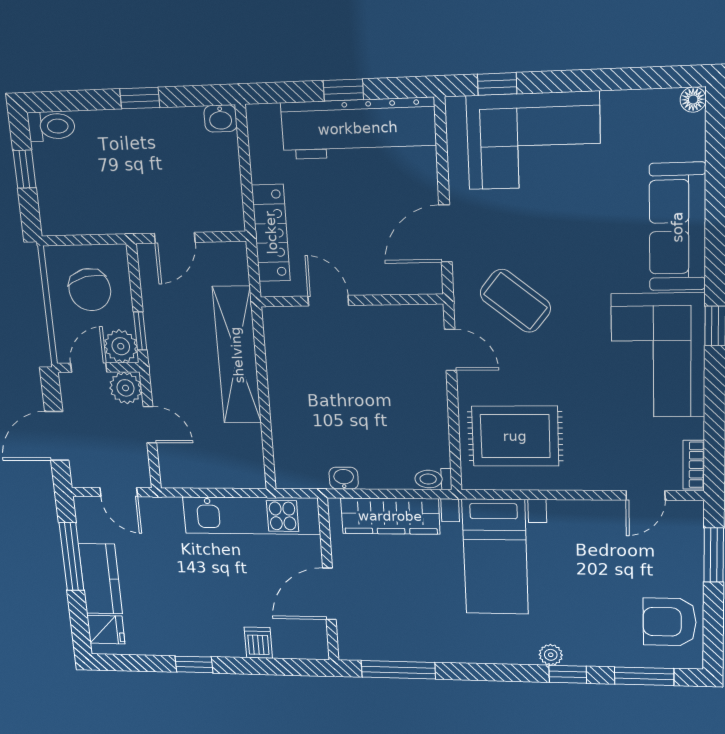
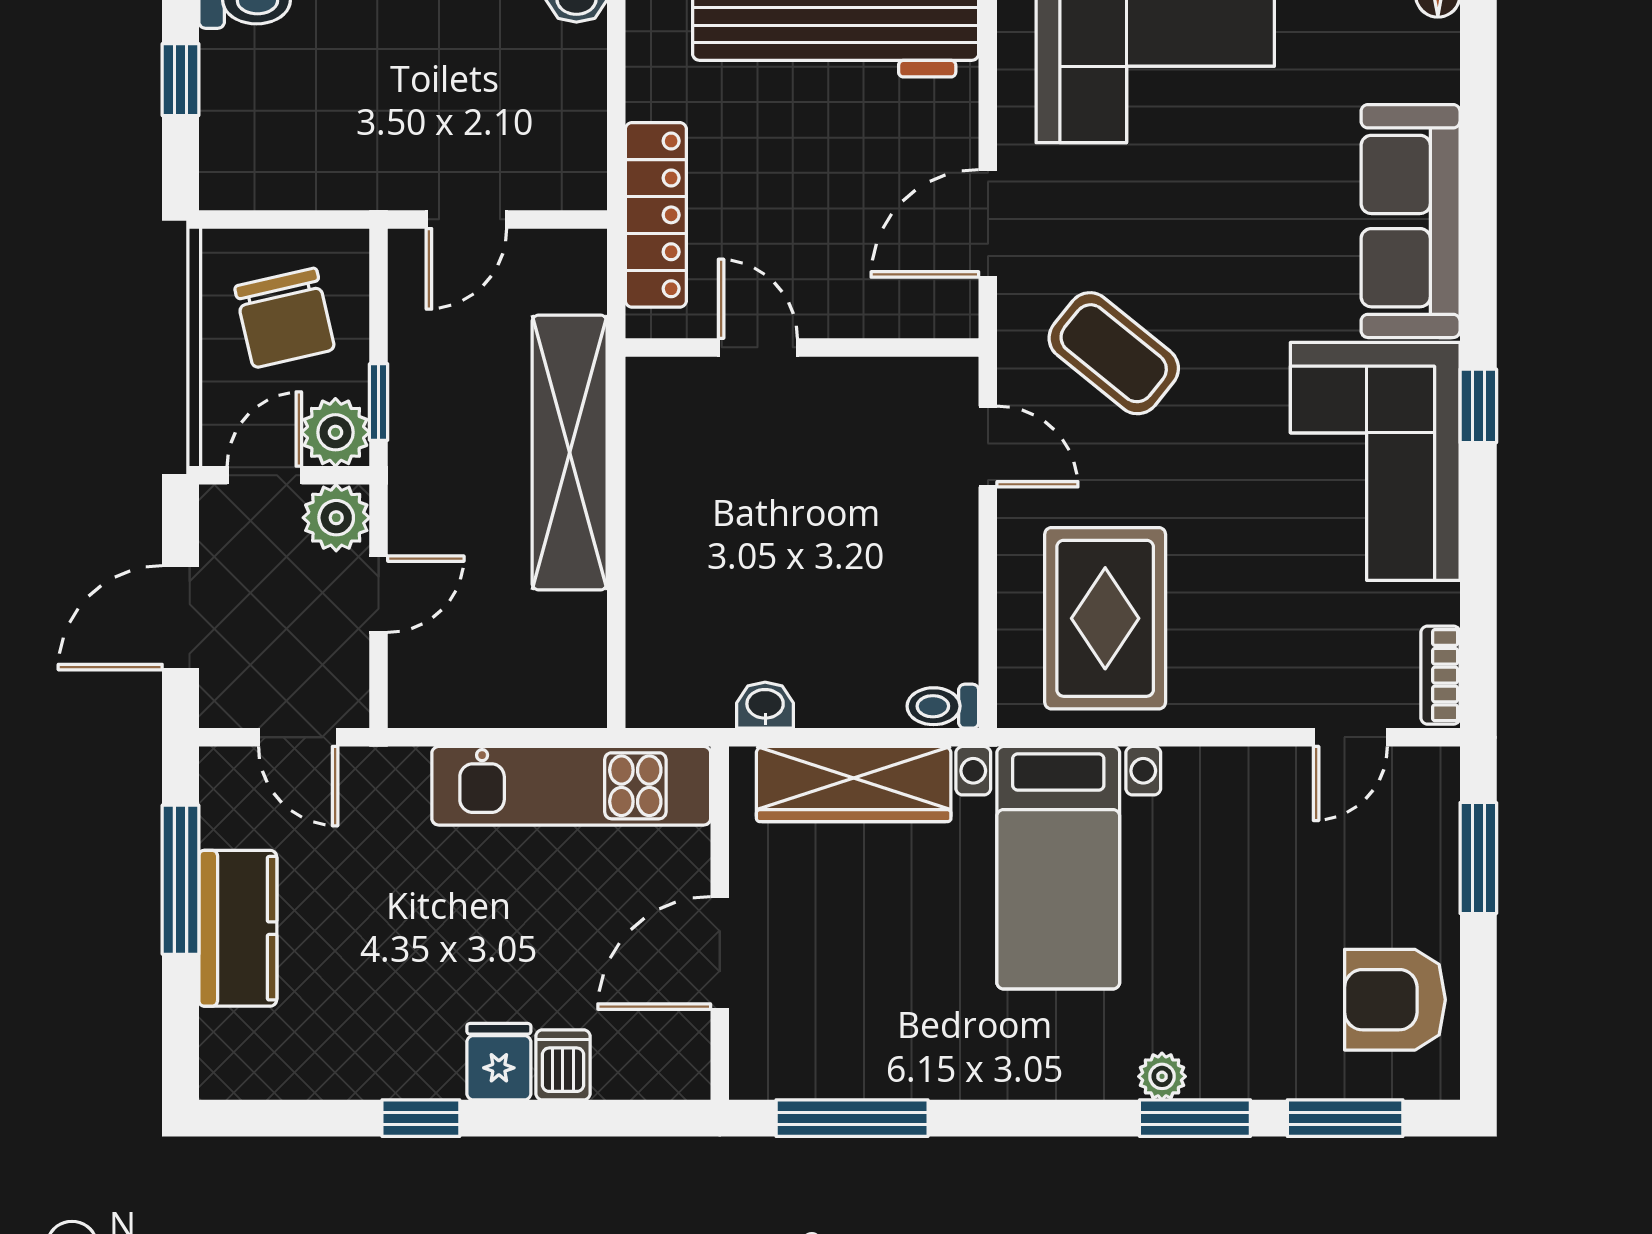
door: (150, 425) -> (379, 594), hinge flipped
rug: (515, 436) -> (1105, 618), turned 90
fridge: (106, 630) -> (499, 1062), moved, turned -90
window: (568, 674) -> (1195, 1118), width x1.50

